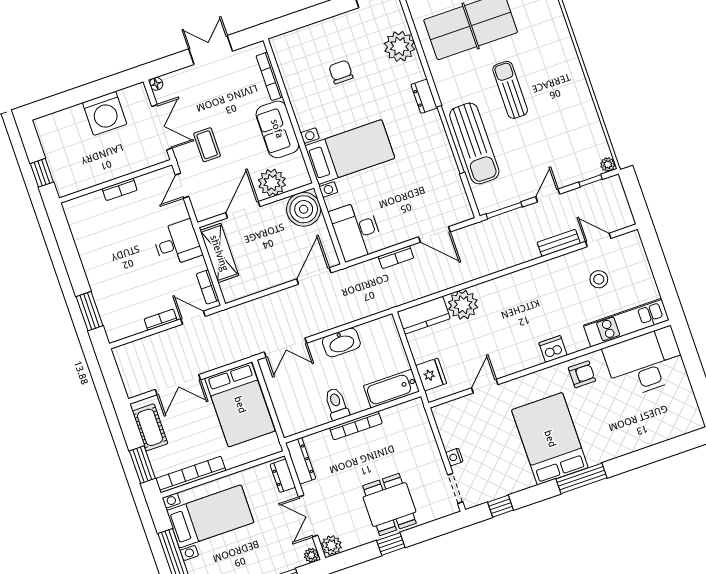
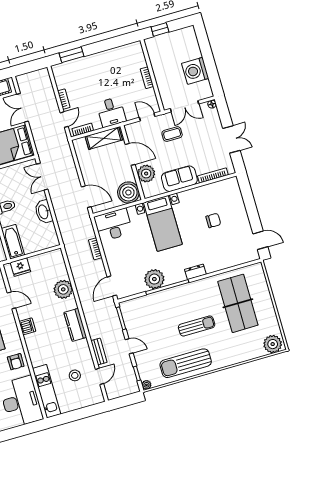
plant: (400, 46) -> (154, 279), moved
sun lounger: (474, 143) -> (186, 363), moved
door: (434, 234) -> (112, 286), moved
kitchen counter: (424, 315) -> (75, 325), moved
dishwasher: (553, 349) -> (27, 326), moved

